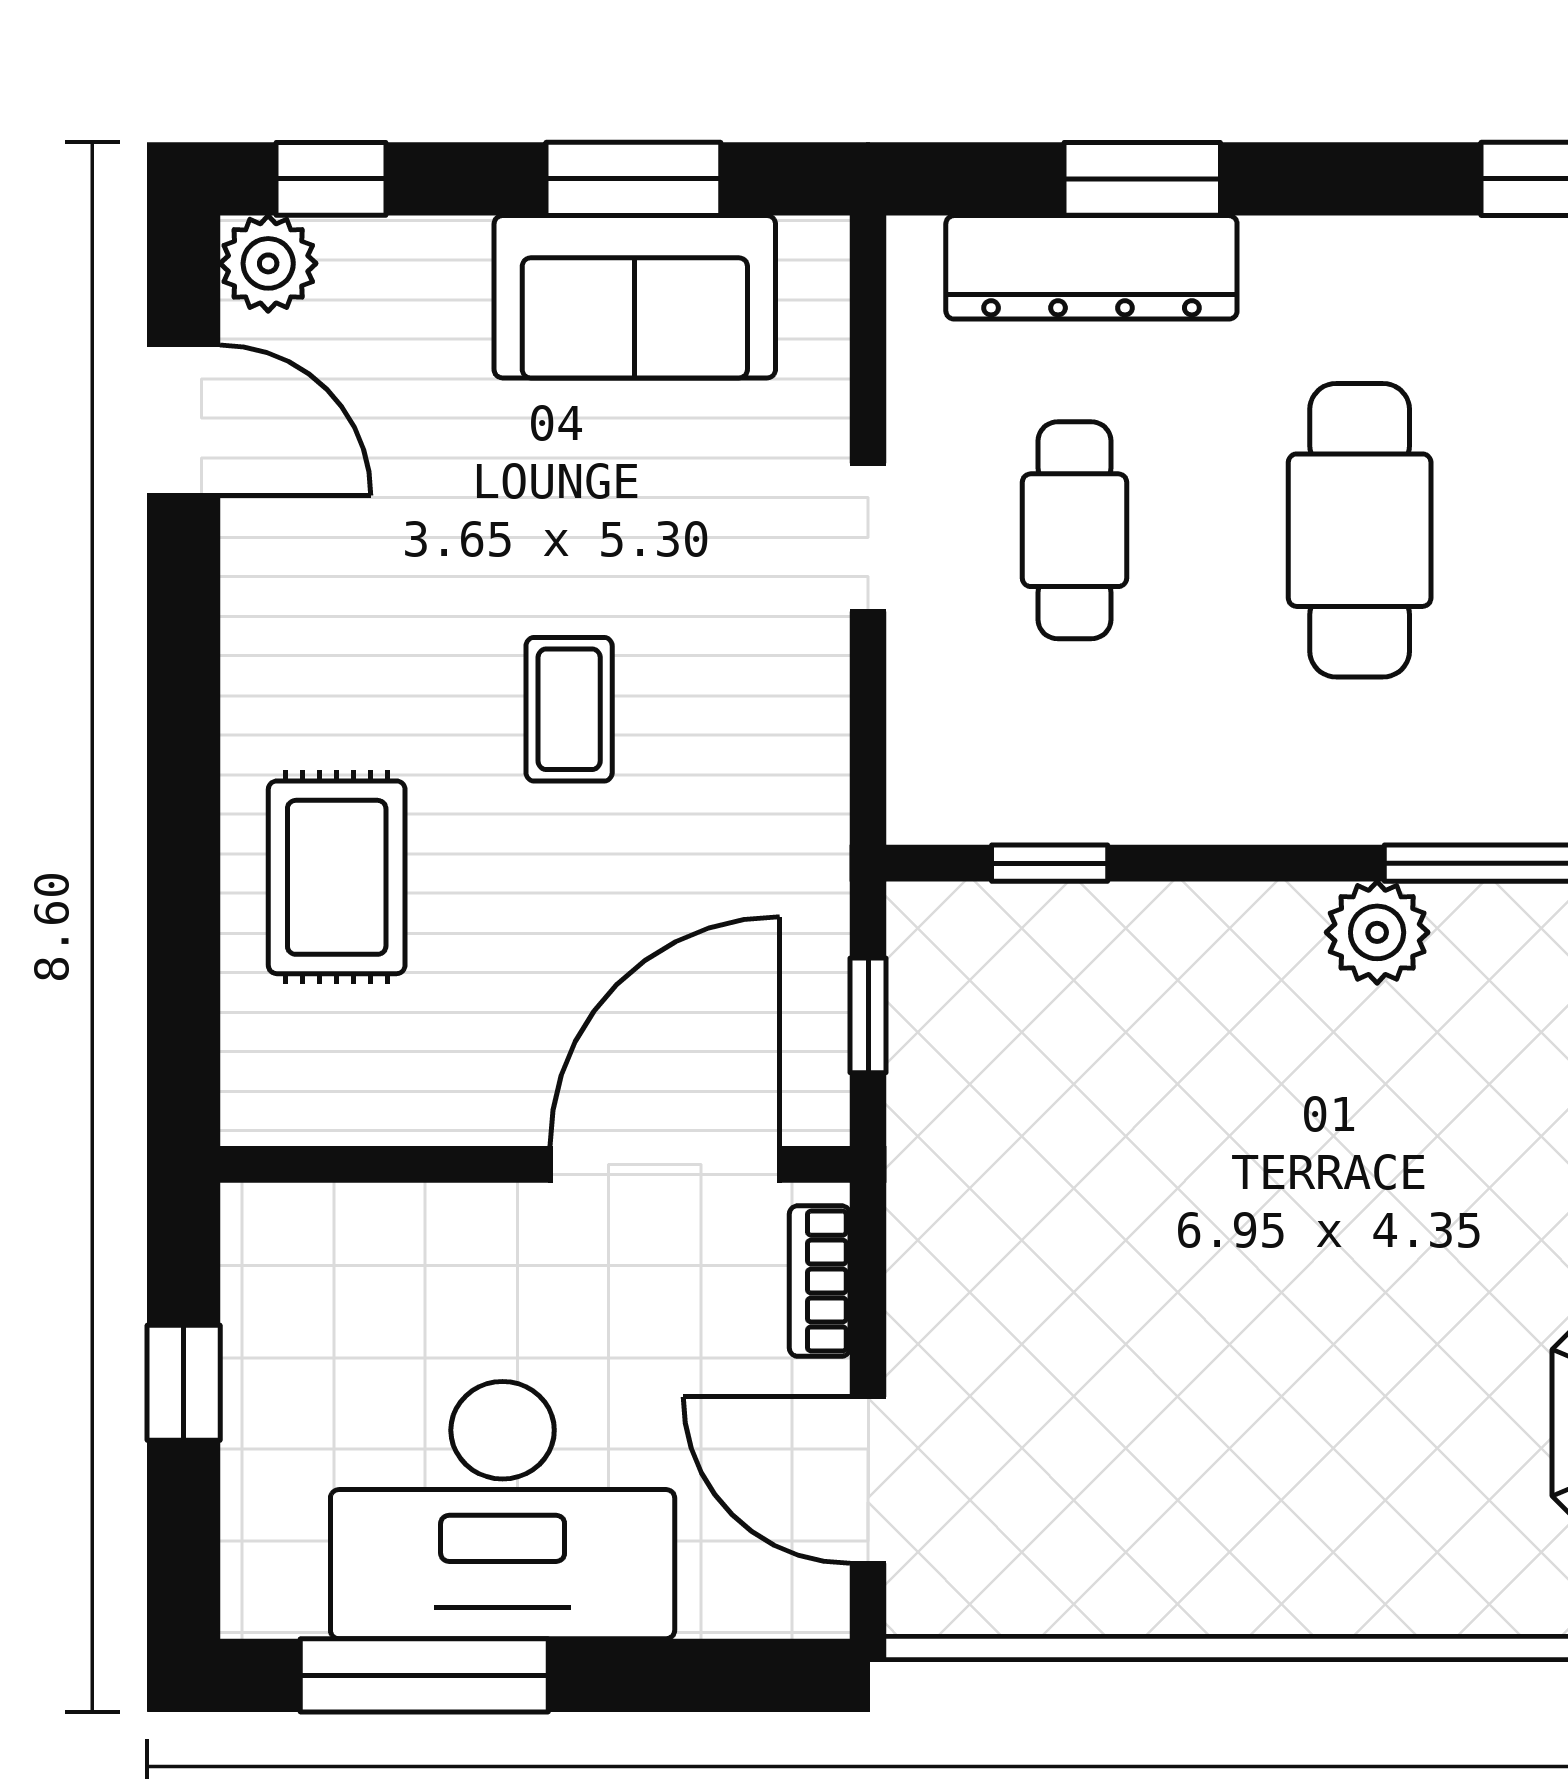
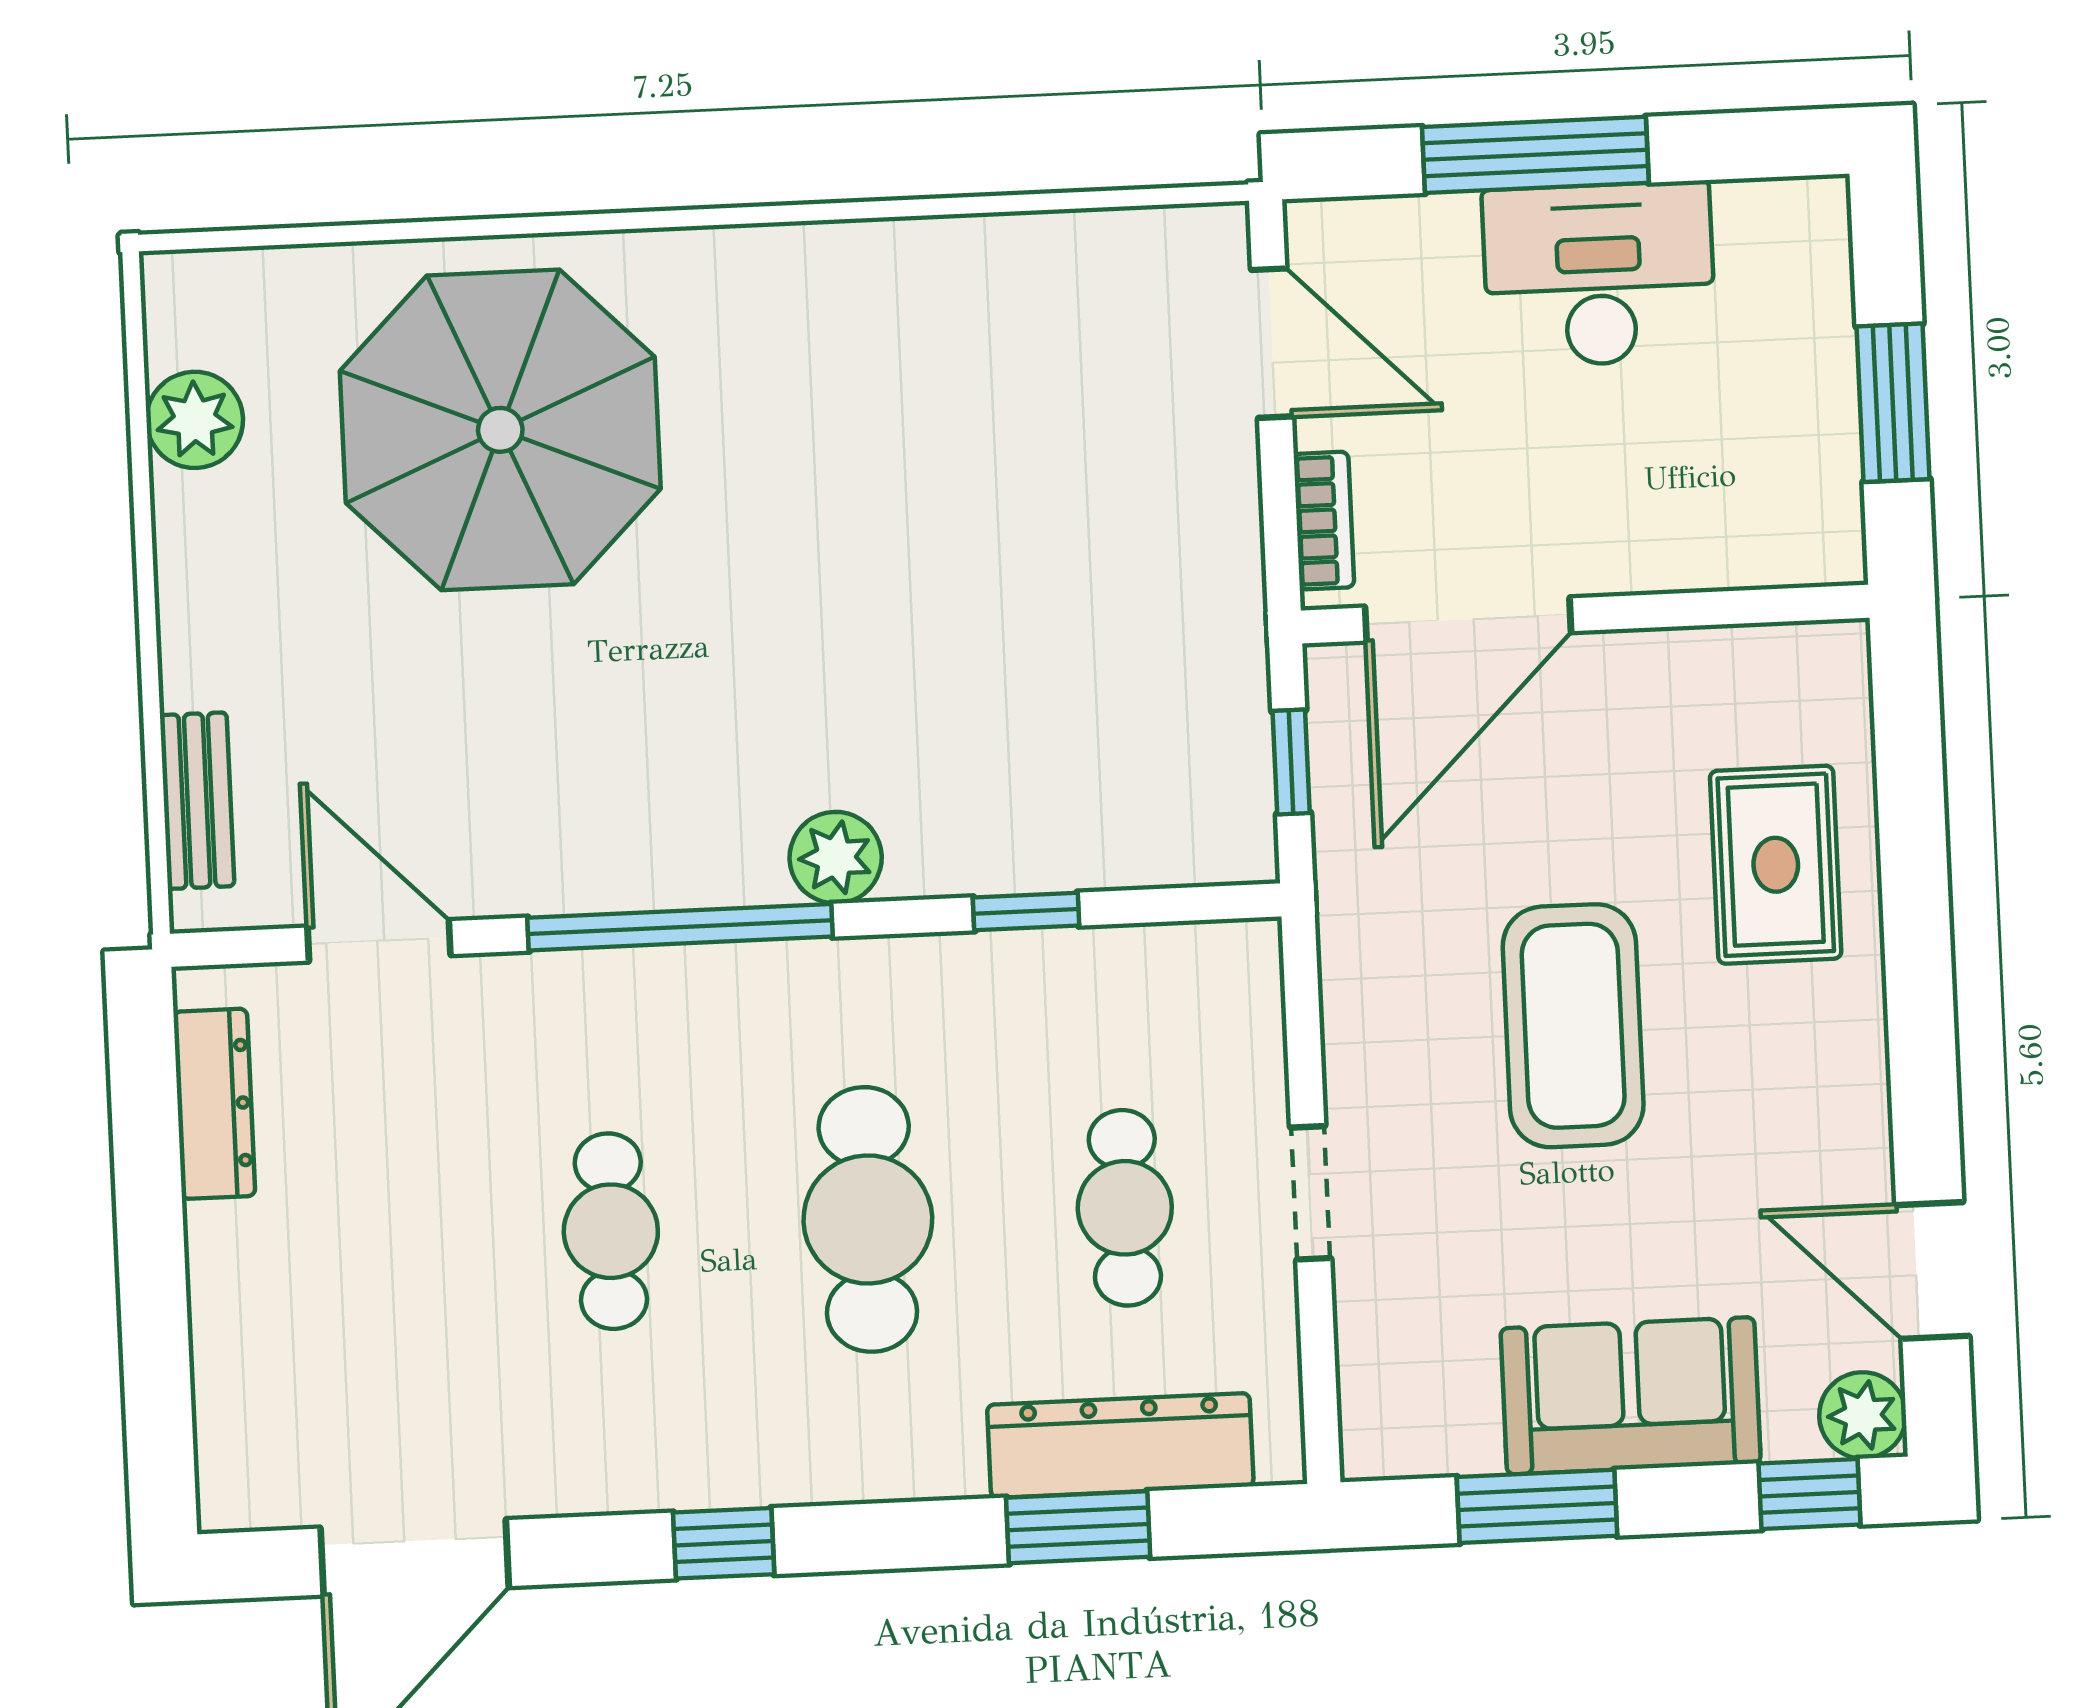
sofa: (635, 297) -> (1631, 1396), moved
coffee table: (569, 709) -> (1573, 1026), width x1.86, depth x1.72
window: (1050, 863) -> (1026, 911), moved
window: (184, 1383) -> (1893, 403), width x1.50
desk: (503, 1510) -> (1599, 274), width x0.73, depth x0.77
window: (424, 1675) -> (1535, 155), moved

